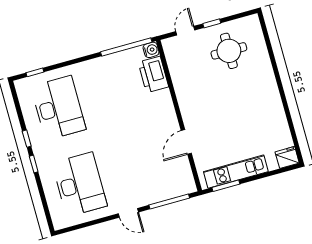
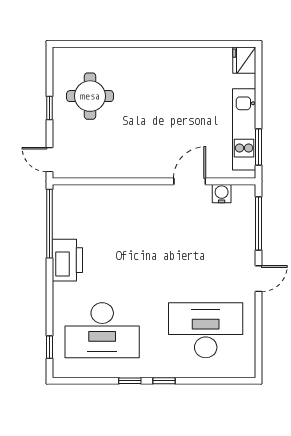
door: (185, 31) -> (49, 160), moved
water cooler: (151, 50) -> (222, 194), moved
printer: (153, 75) -> (67, 260), moved, turned -90
desk: (58, 108) -> (102, 330), turned 180
door: (186, 142) -> (190, 181), swing flipped

